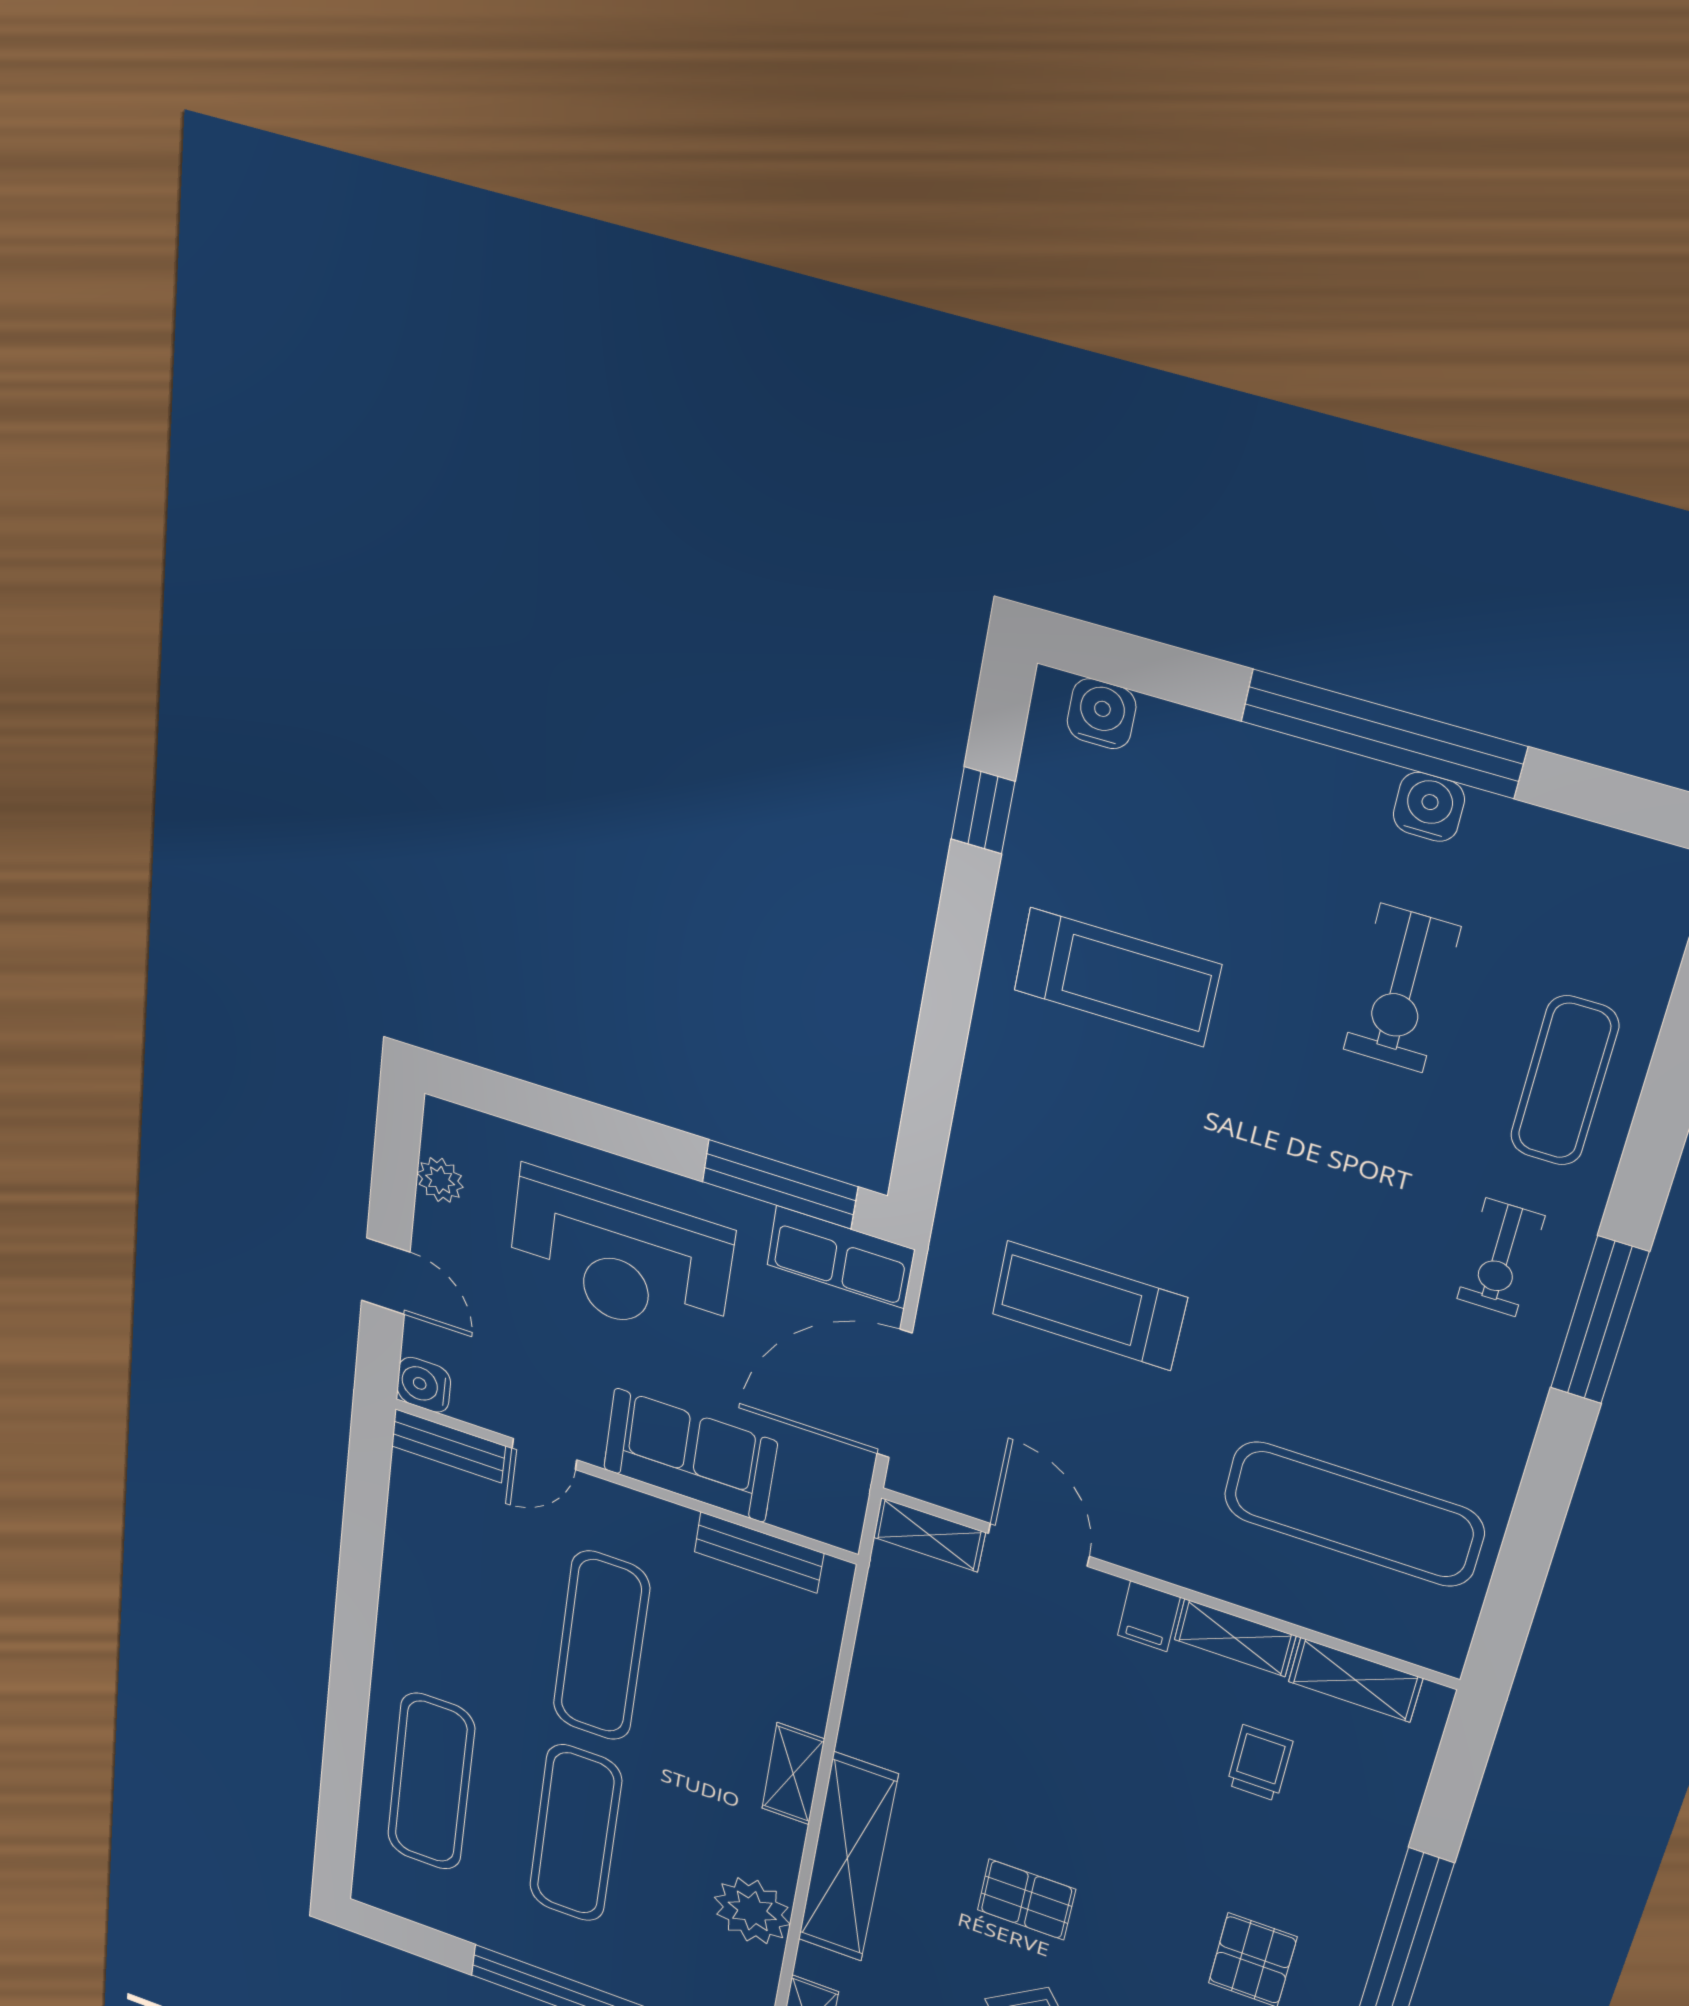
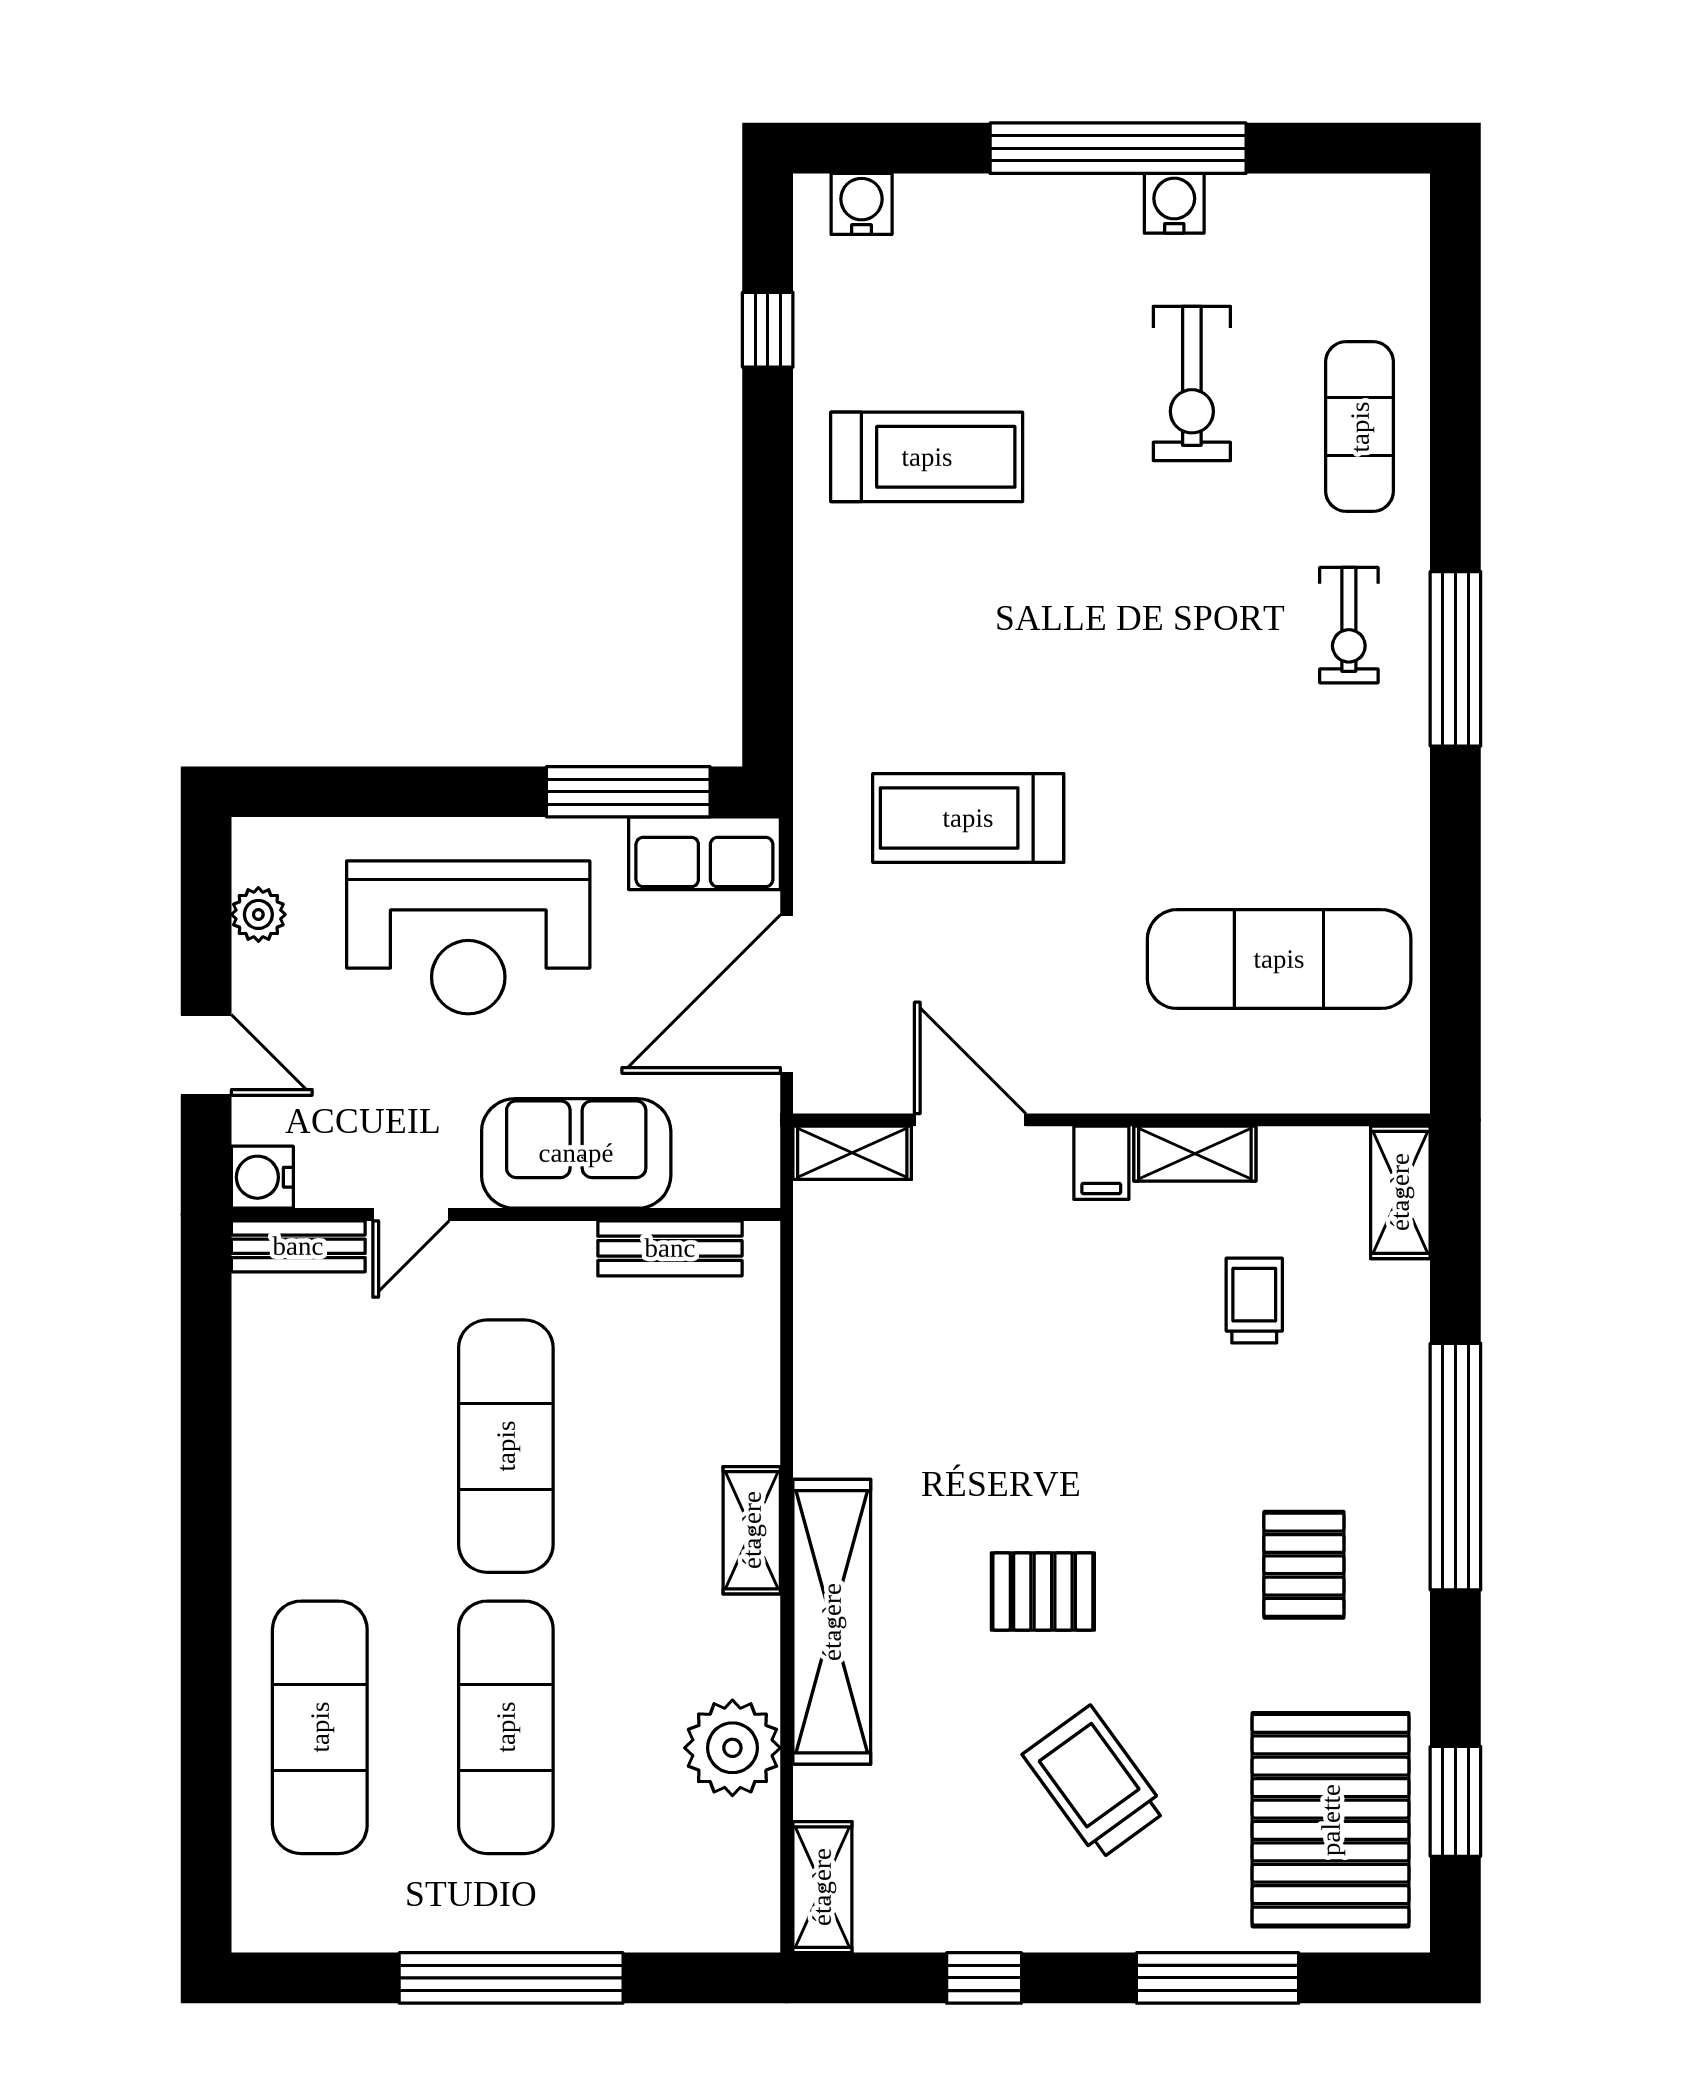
shelving: (1355, 1680) -> (1400, 1192), moved, turned 90

